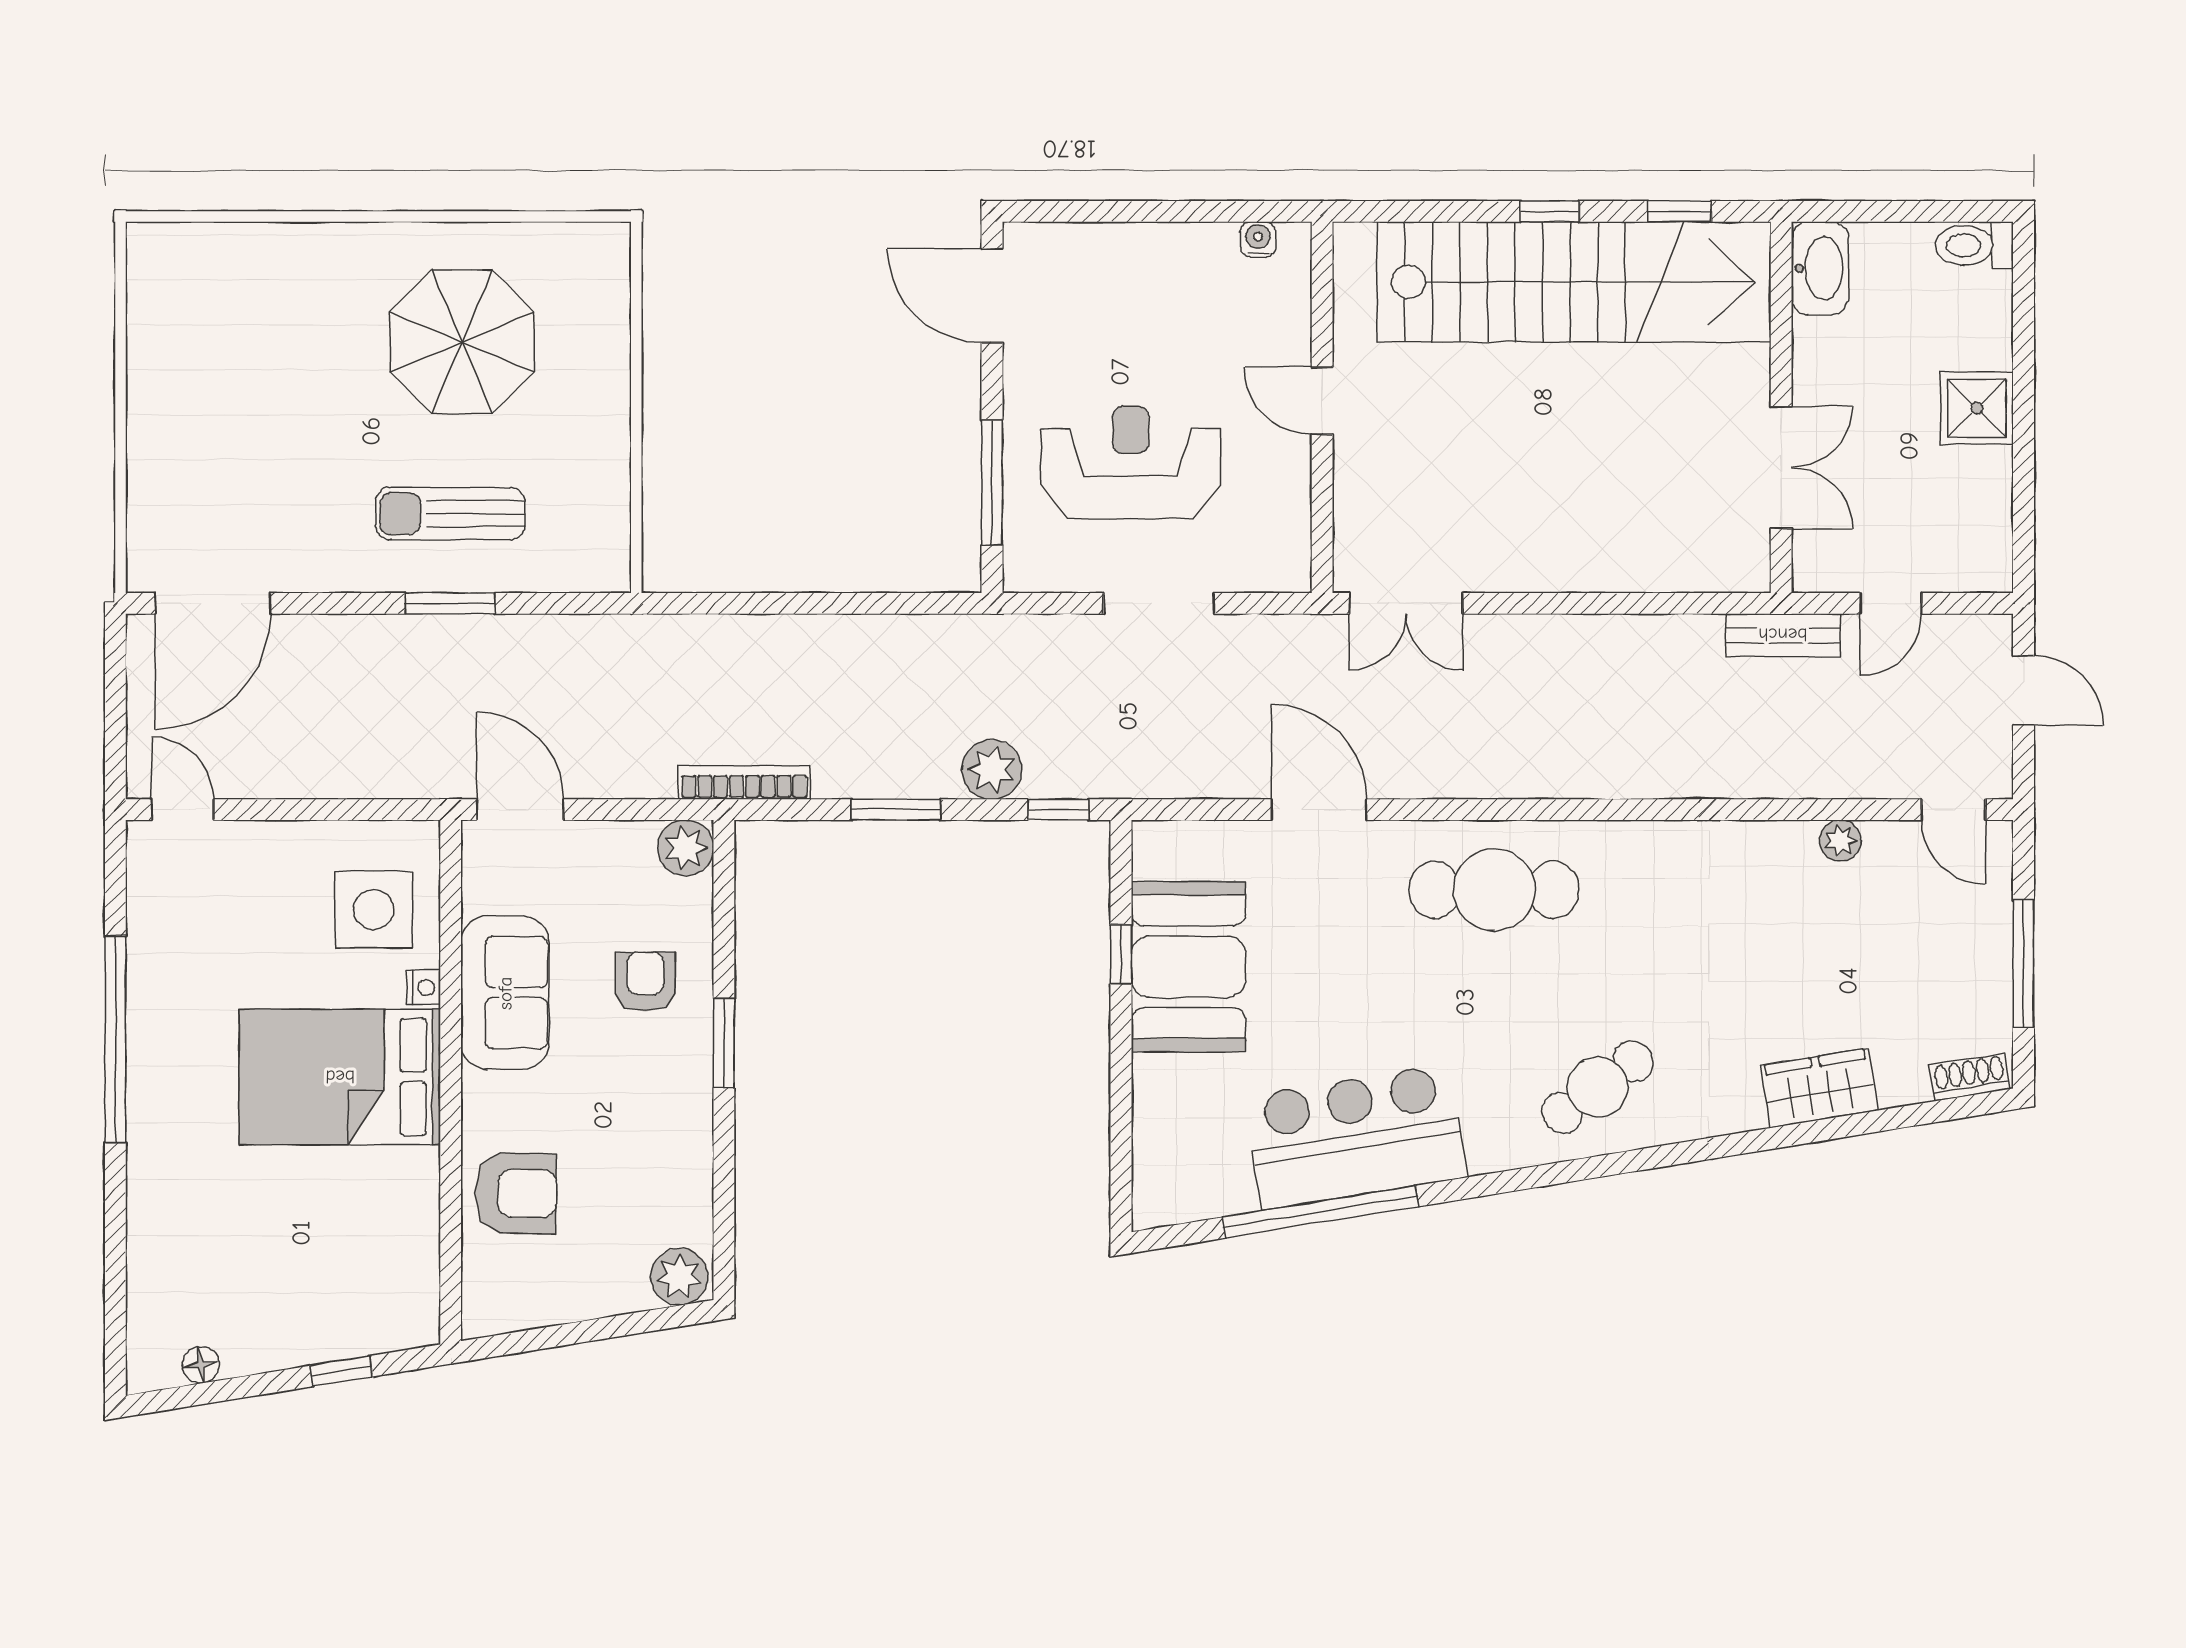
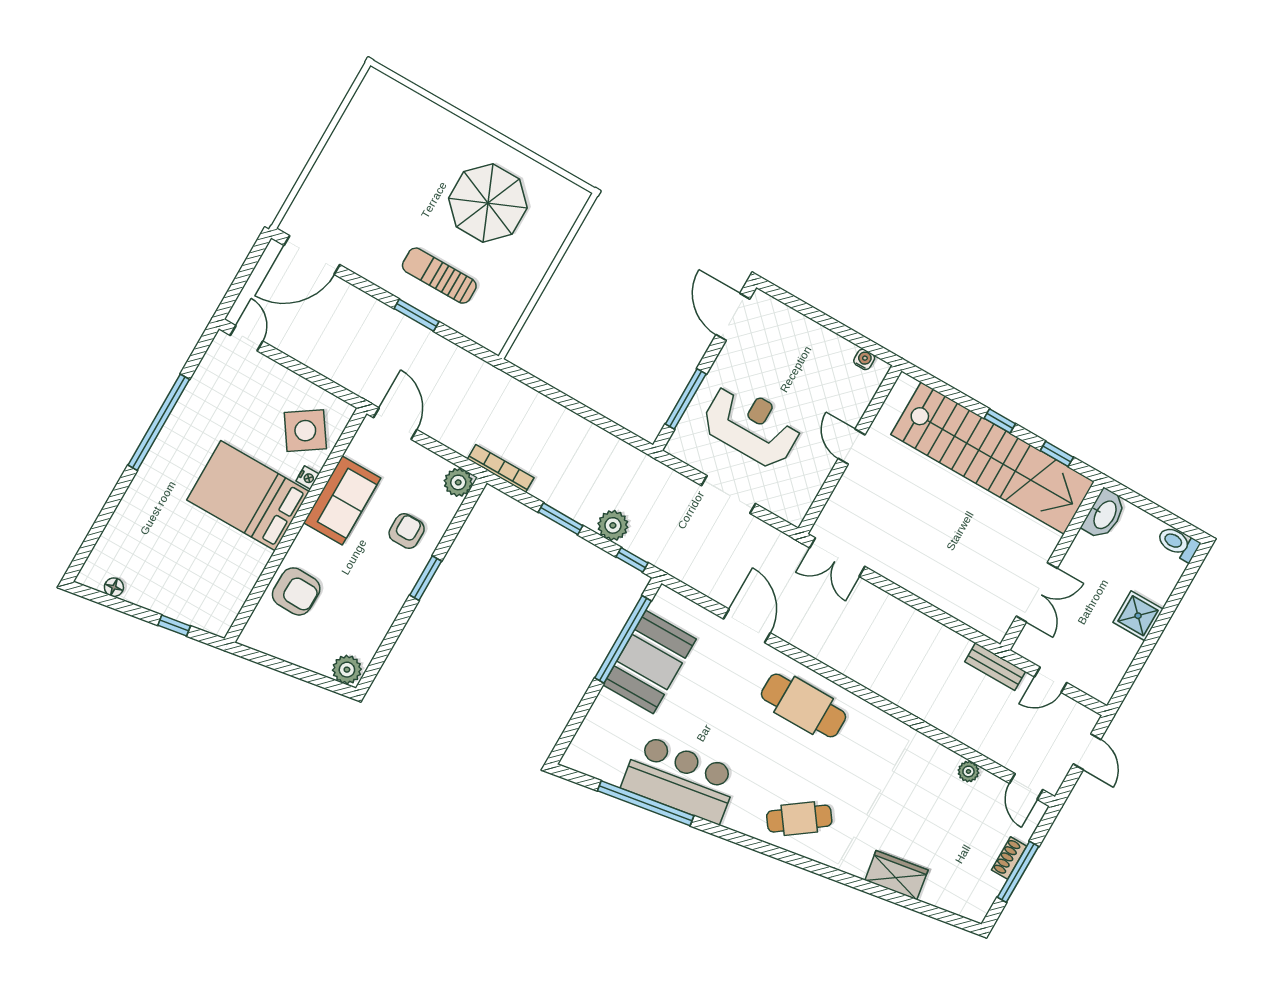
side table: (374, 910) -> (305, 431), turned -34
window: (1121, 954) -> (623, 639), width x3.17
shoe rack: (1970, 1077) -> (1009, 858), moved, turned -81

